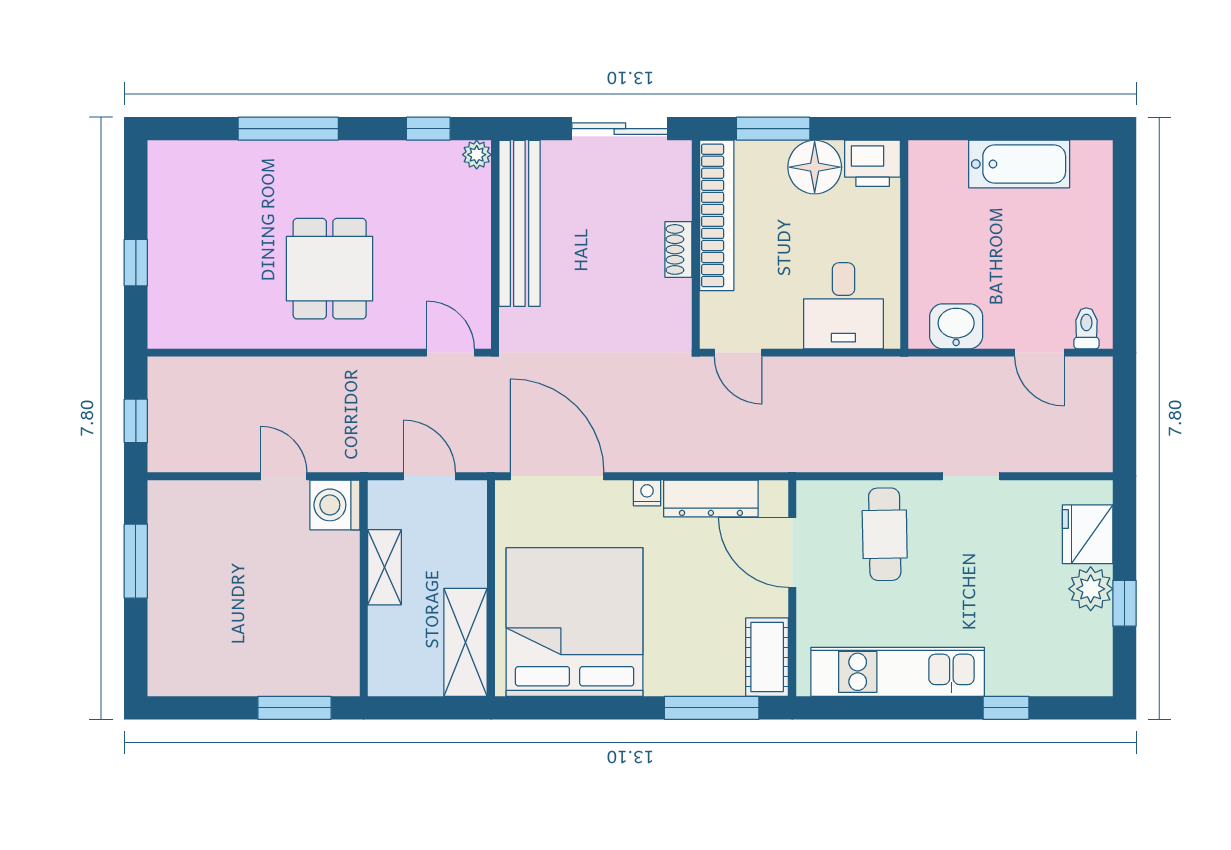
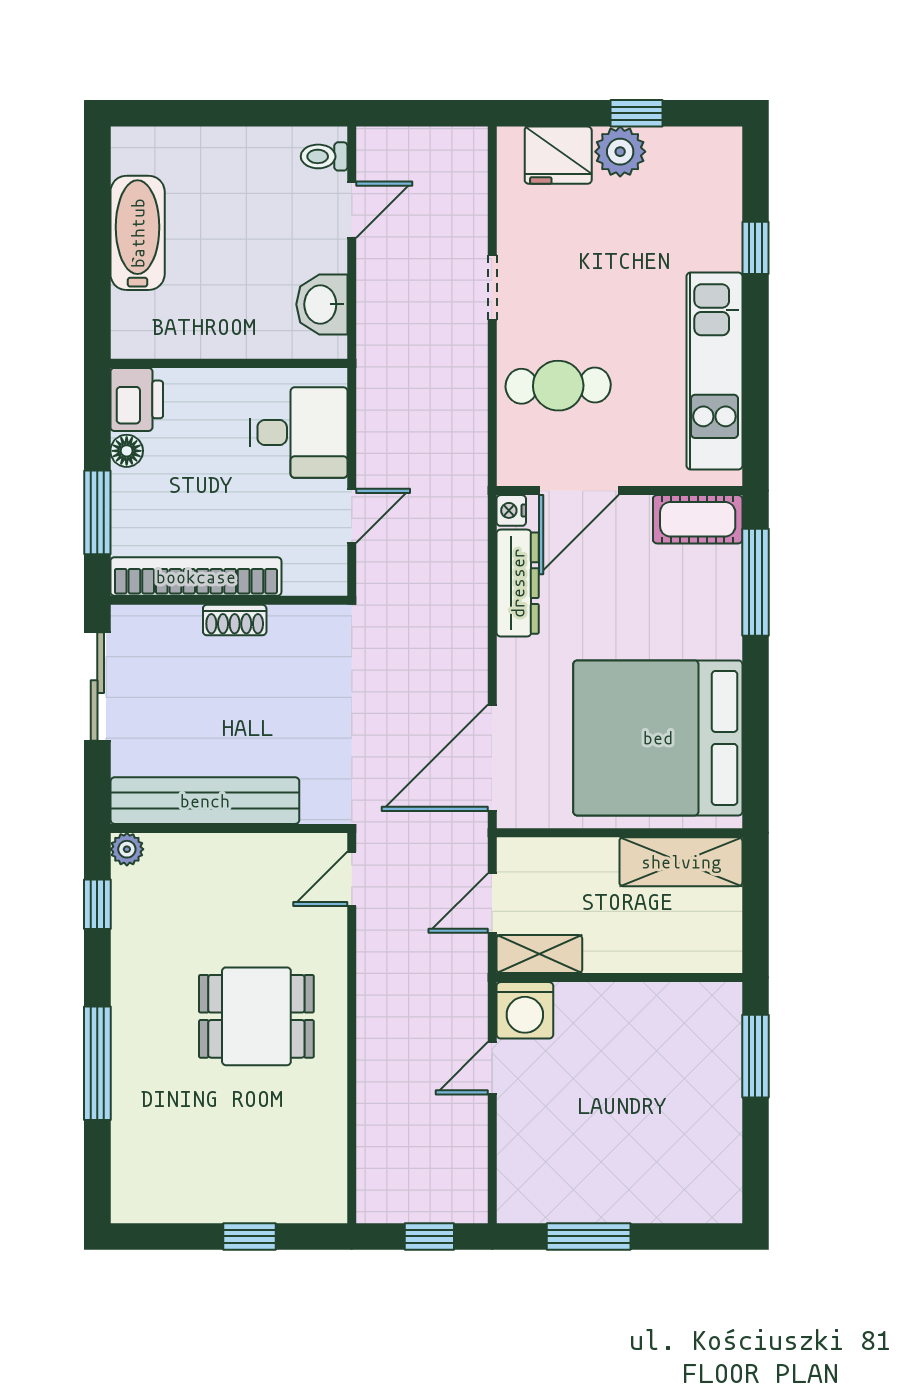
floor lamp: (815, 167) -> (127, 451), width x0.53, depth x0.53
door: (738, 353) -> (352, 516), moved
nightstand: (647, 493) -> (511, 510), moved
shelving: (384, 567) -> (539, 954), moved

